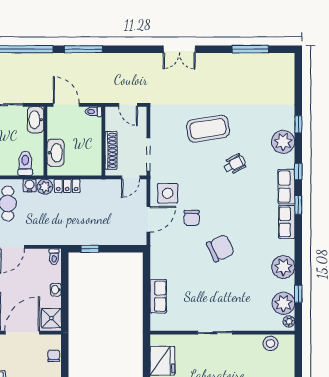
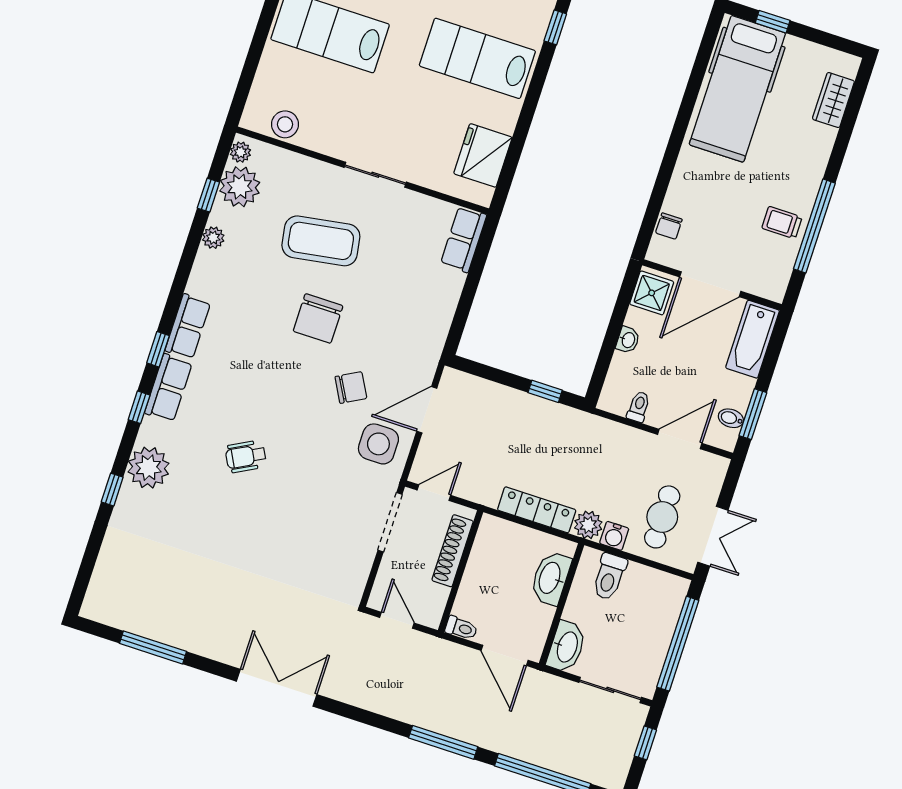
double door: (179, 49) -> (277, 688), width x1.37
coffee table: (208, 129) -> (321, 241), moved
locker: (67, 186) -> (537, 510), width x1.53
chair: (192, 218) -> (351, 388), turned 61
chair: (220, 248) -> (318, 318), turned -65
toilet: (54, 257) -> (639, 407), moved
plant: (283, 267) -> (213, 238), width x0.53, depth x0.53
row of seats: (158, 296) -> (464, 239), moved

